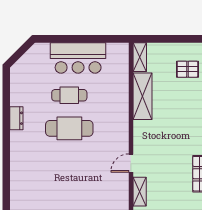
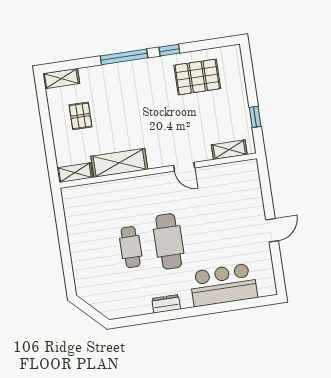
bar counter: (78, 58) -> (223, 285), moved, turned -90
door: (131, 163) -> (184, 167), moved

